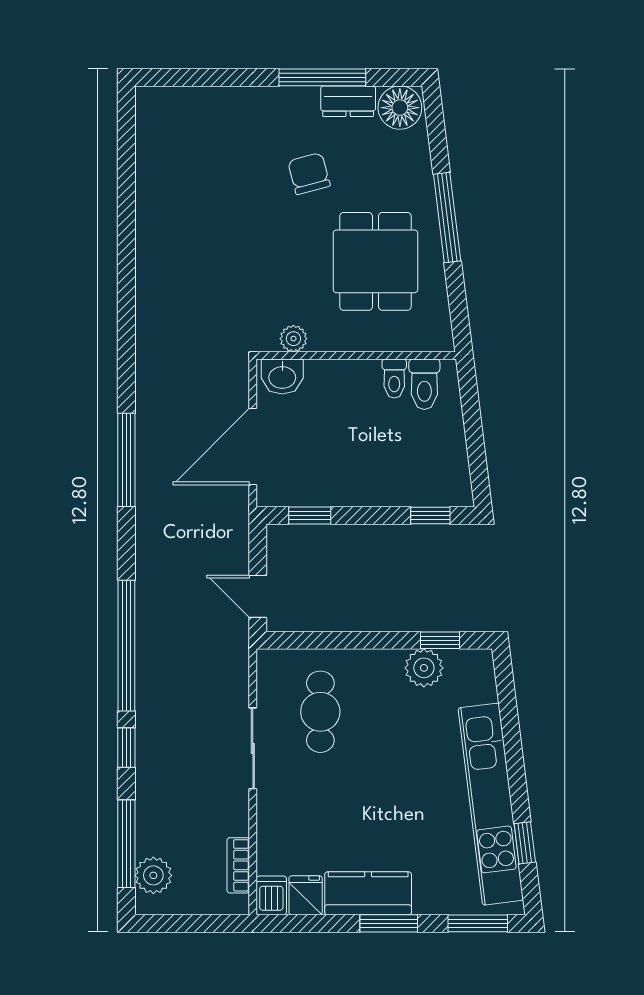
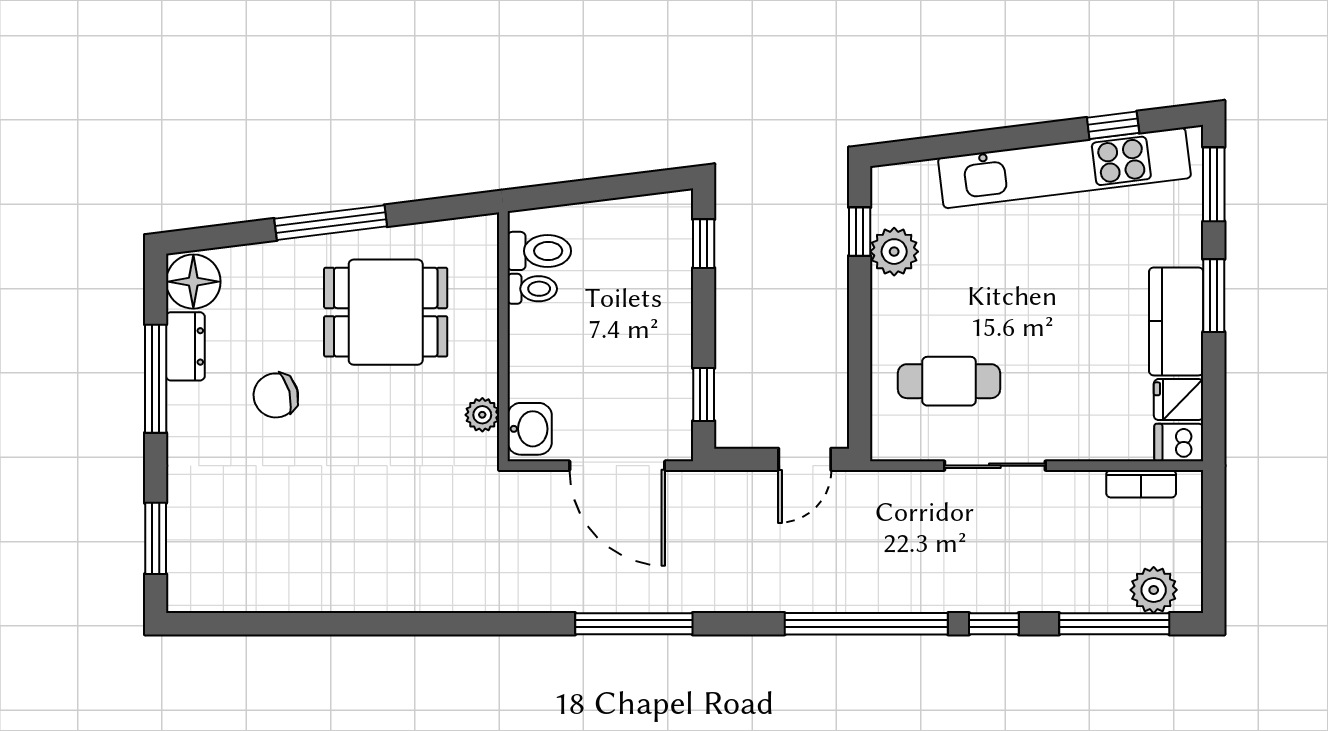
window: (195, 77) -> (156, 538), added

